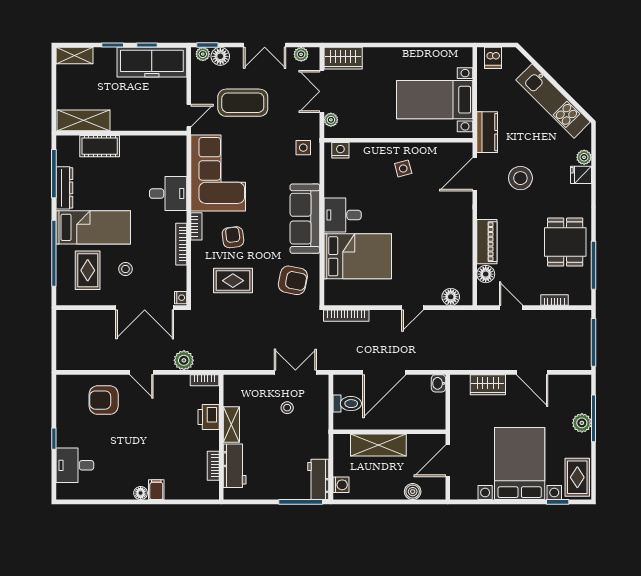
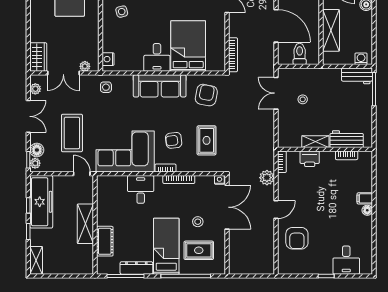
shelving: (83, 120) -> (85, 224), moved

